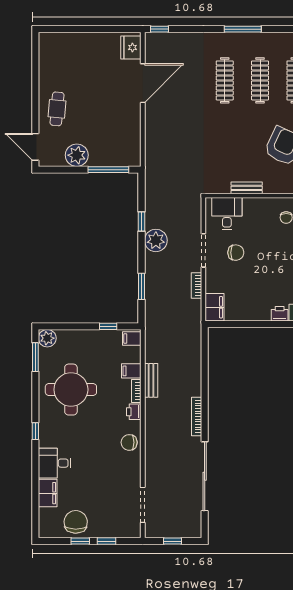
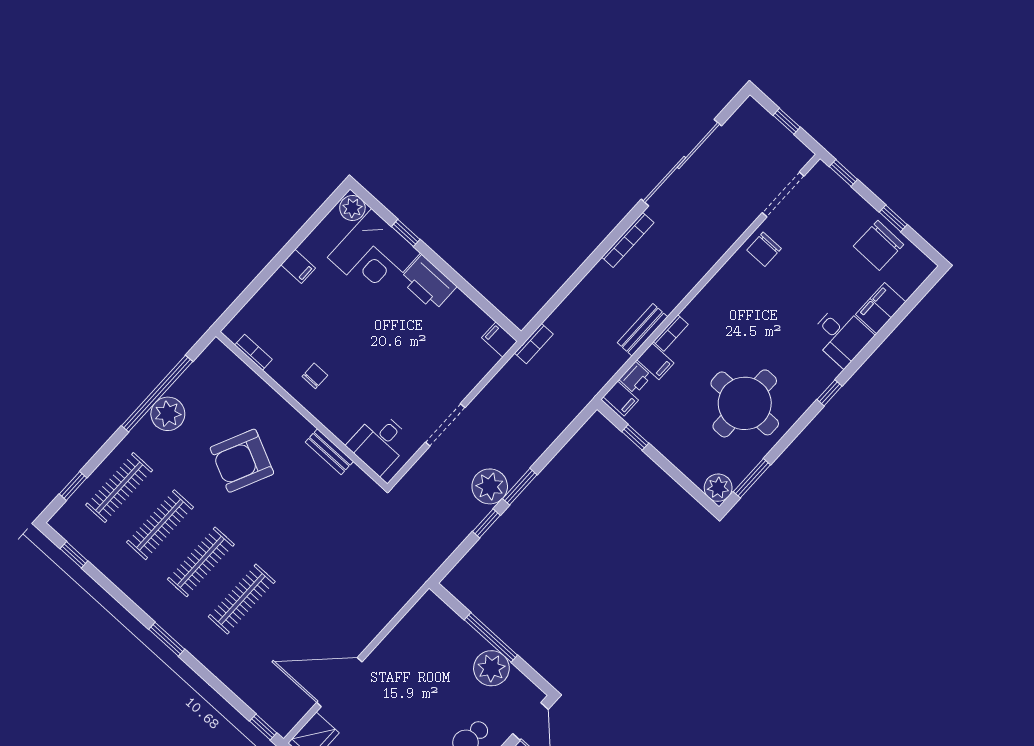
window: (243, 29) -> (167, 639), width x0.69
window: (108, 170) -> (491, 637), moved
chair: (236, 253) -> (410, 388), removed
bookcase: (196, 285) -> (534, 344), moved
window: (142, 286) -> (520, 487), moved
filing cabinet: (214, 307) -> (499, 339), width x0.50
printer: (280, 314) -> (428, 283), width x1.87, depth x1.48
printer: (134, 412) -> (635, 378), moved
chair: (129, 442) -> (764, 249), moved, turned 90
window: (106, 541) -> (843, 173), moved

